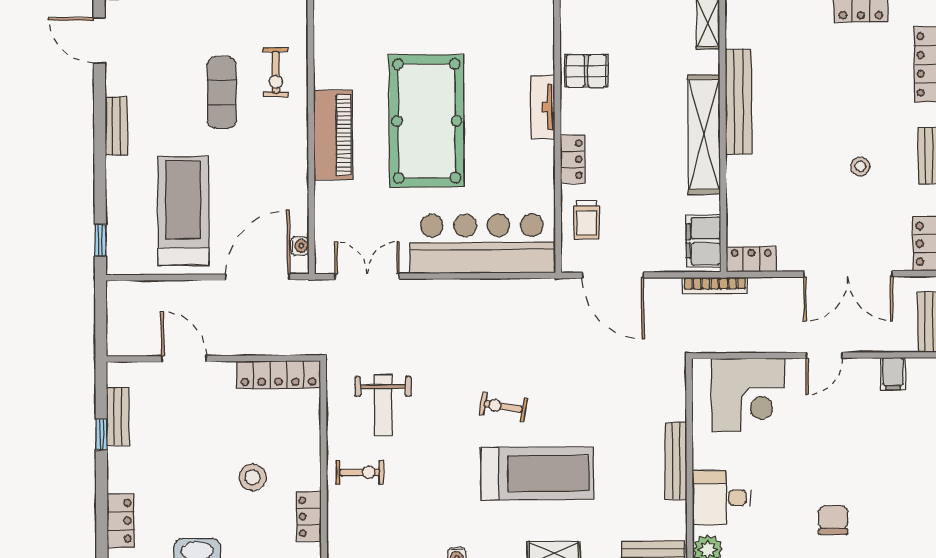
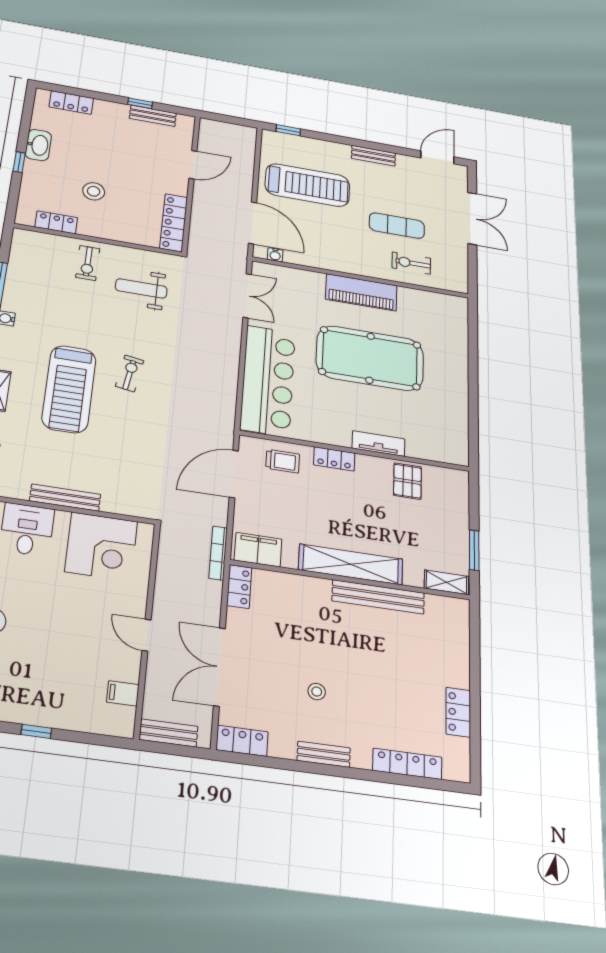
trolley: (587, 220) -> (283, 461), turned 180
corner desk: (748, 395) -> (101, 546), moved, turned -90

